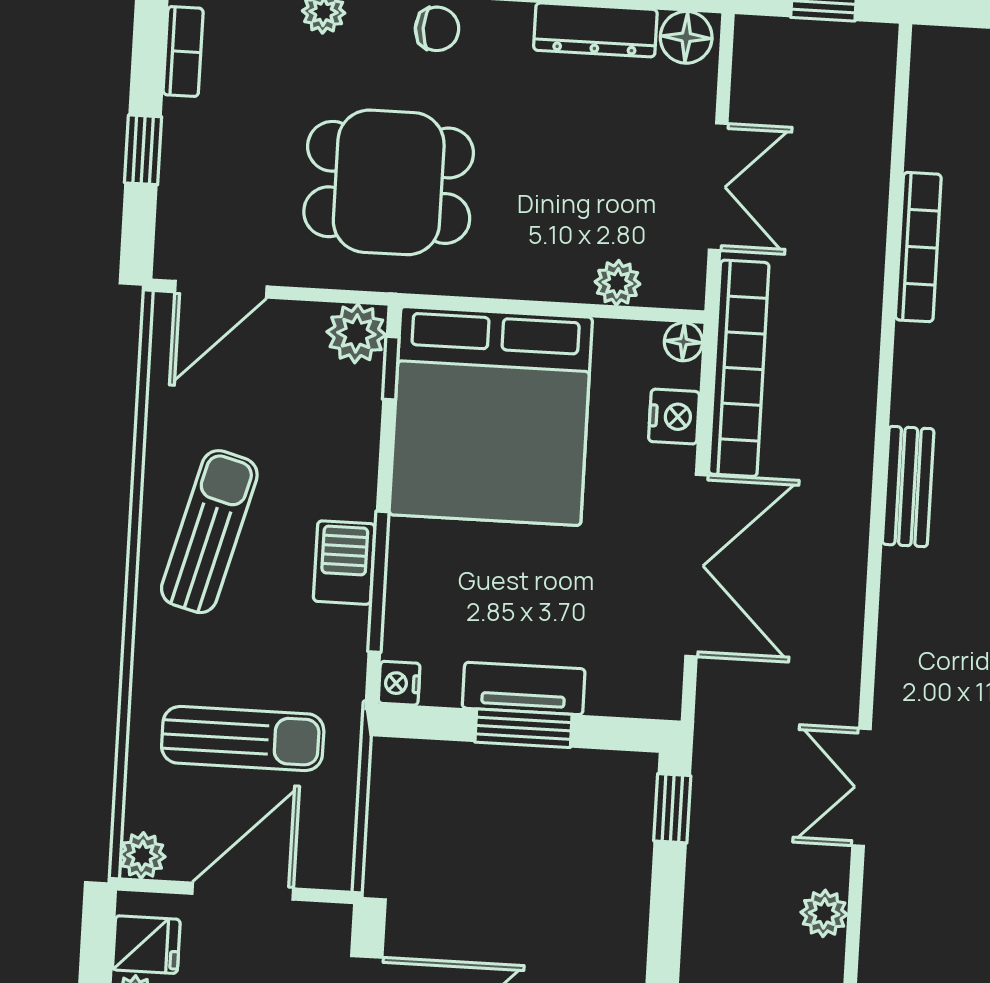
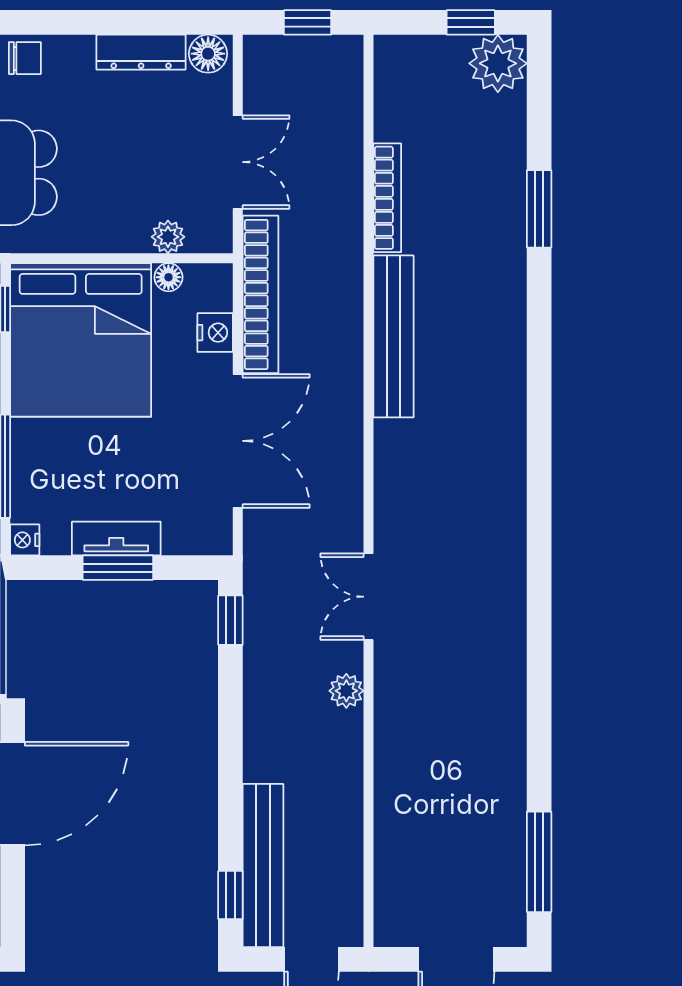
floor lamp: (683, 342) -> (168, 277), moved
bench: (908, 487) -> (393, 336), width x1.86, depth x1.21

